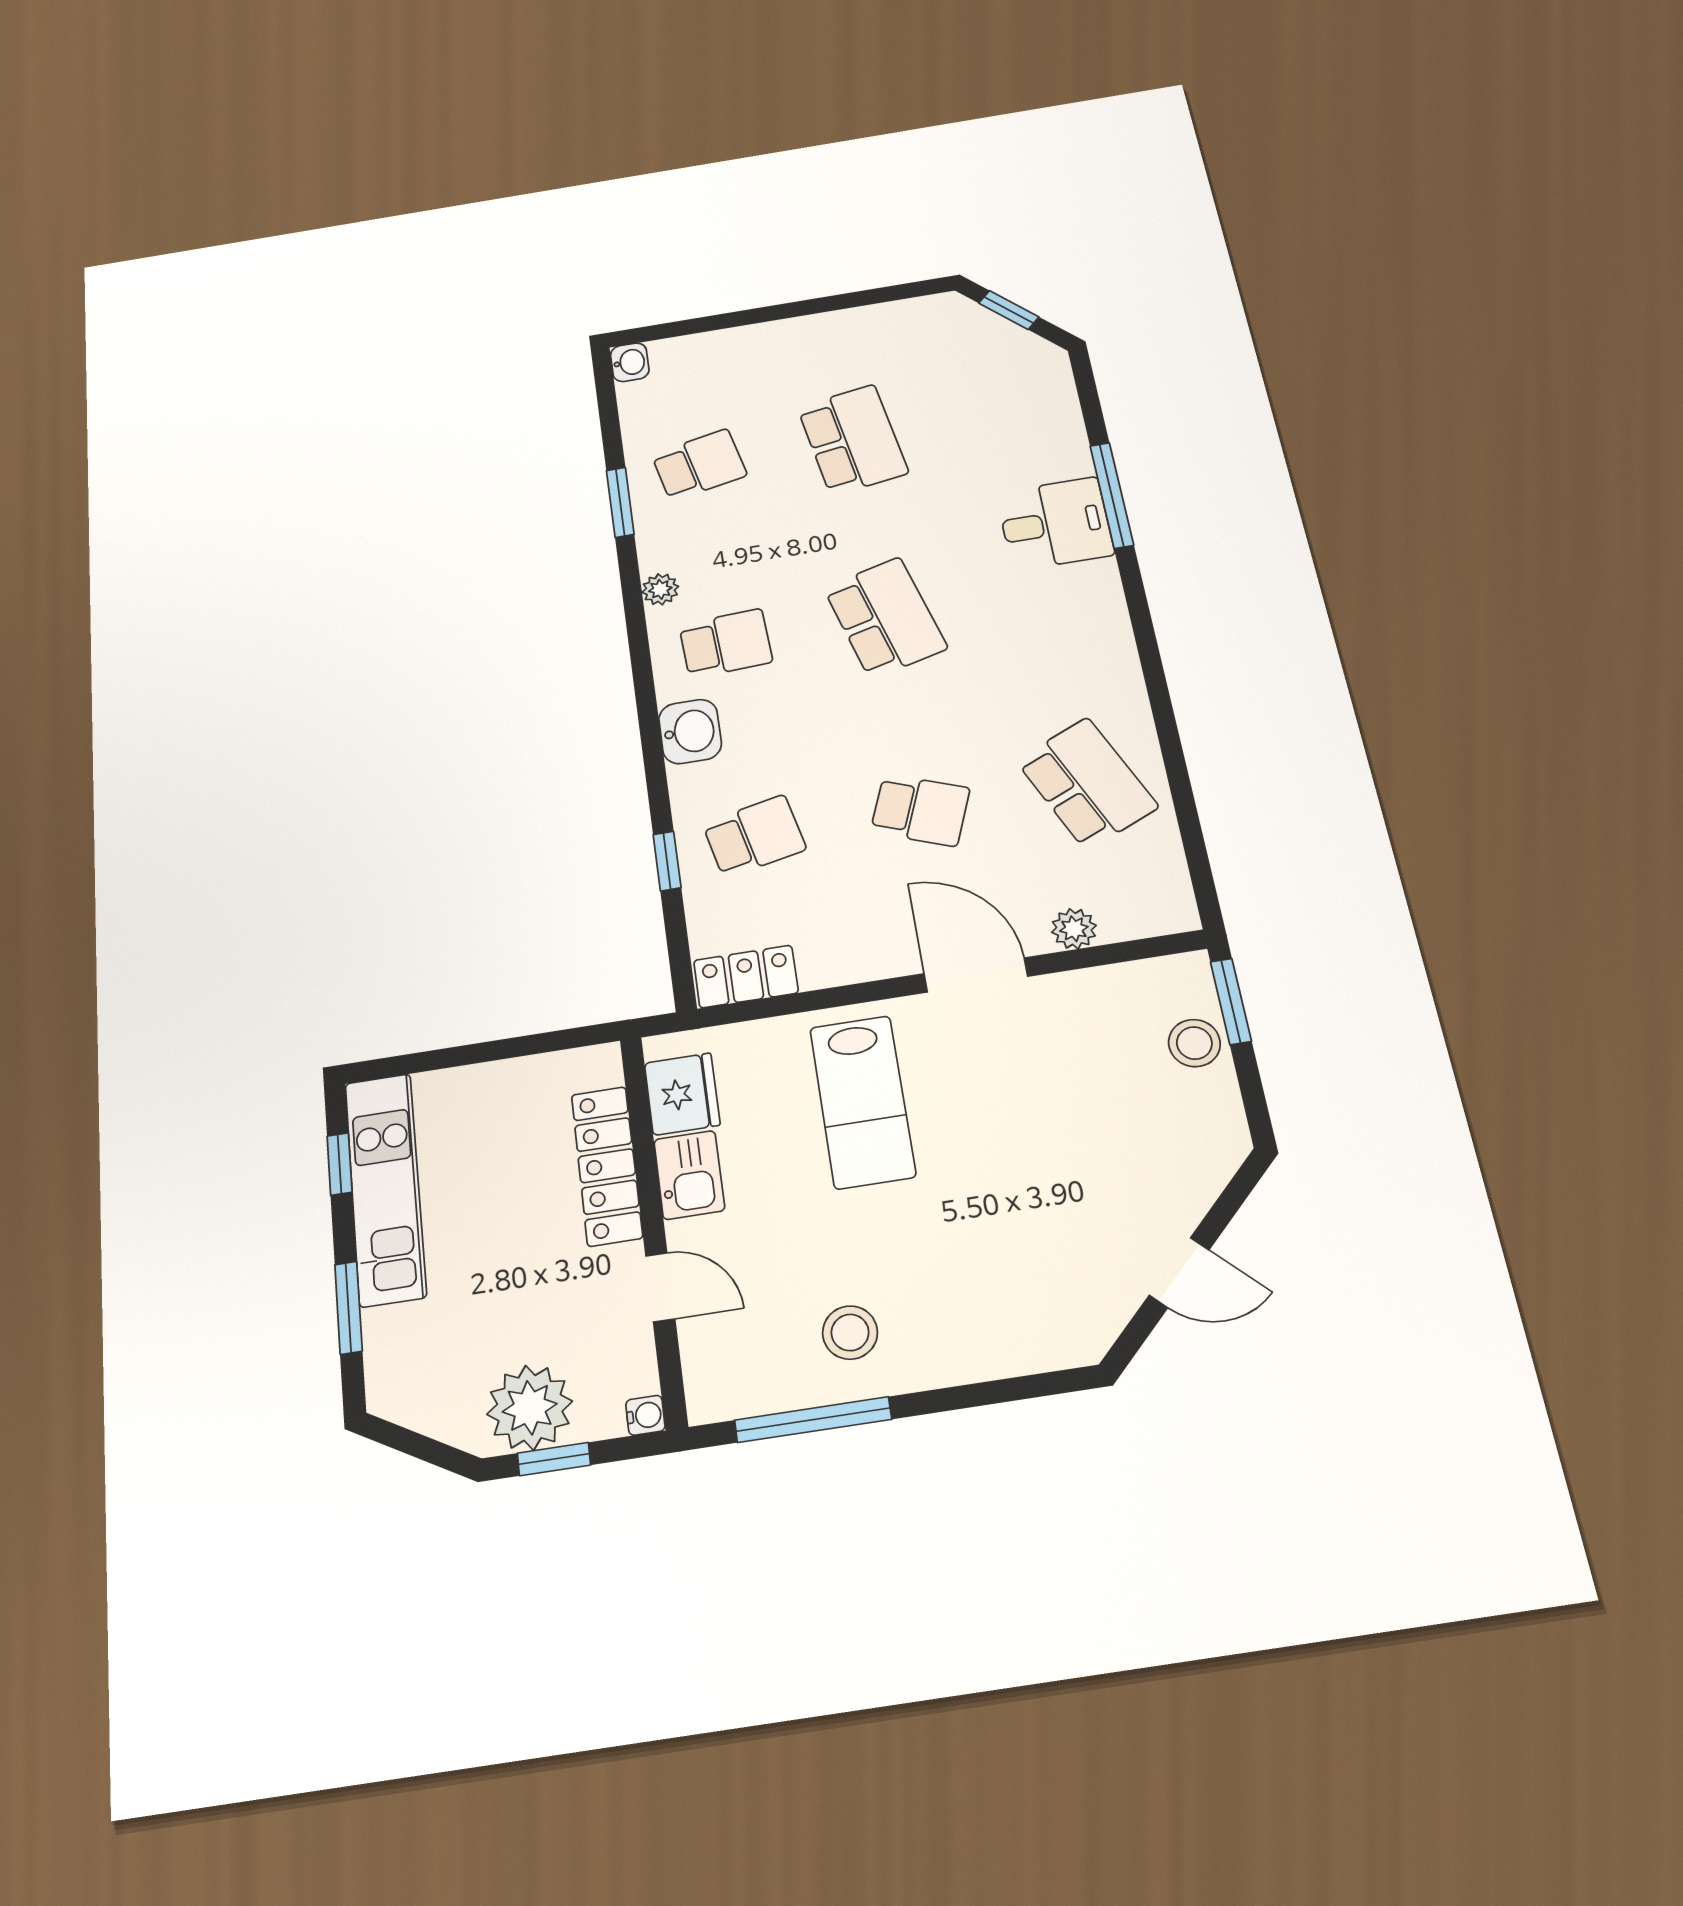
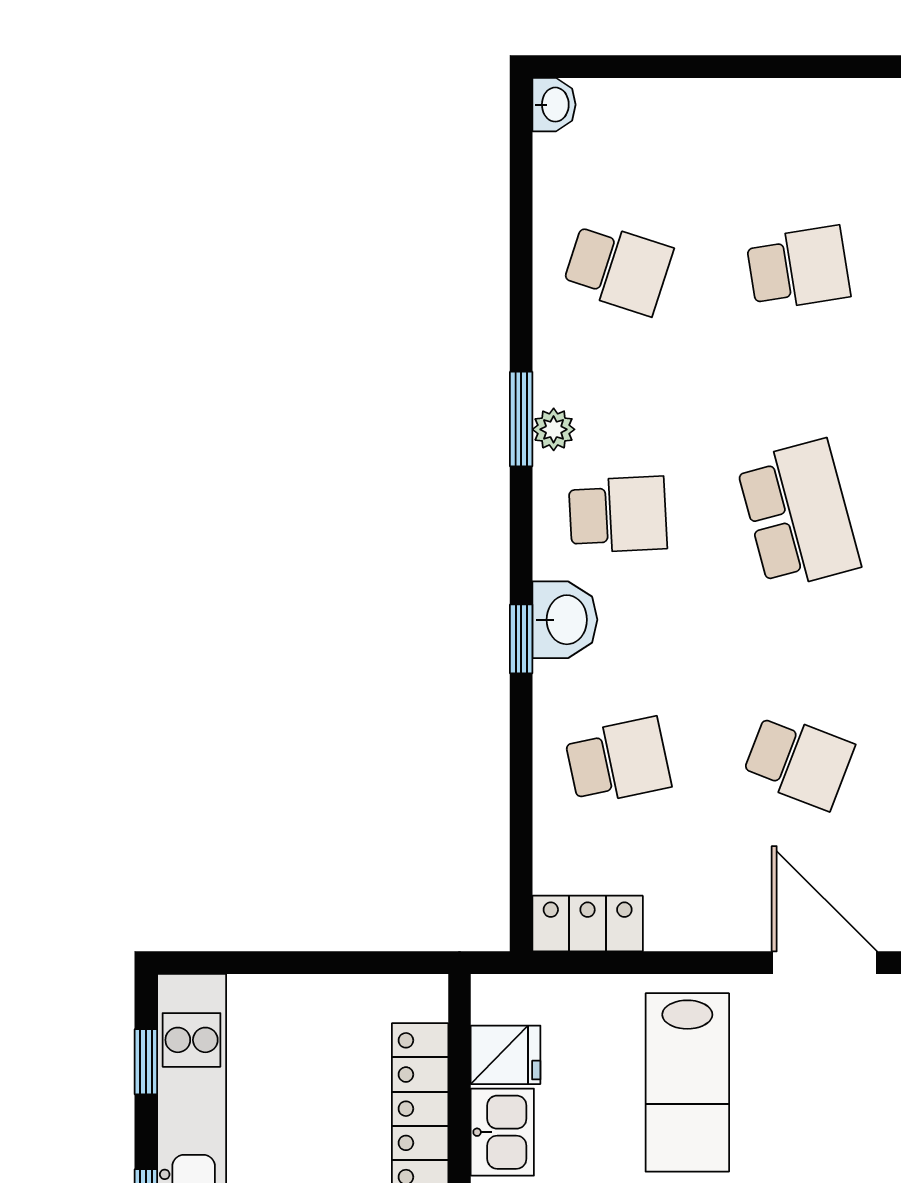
school desk: (853, 440) -> (798, 268), width x0.54
school desk: (699, 465) -> (618, 268), turned 30
window: (620, 502) -> (521, 419), moved
window: (667, 861) -> (521, 639), moved
fridge: (682, 1094) -> (506, 1055), width x0.72

